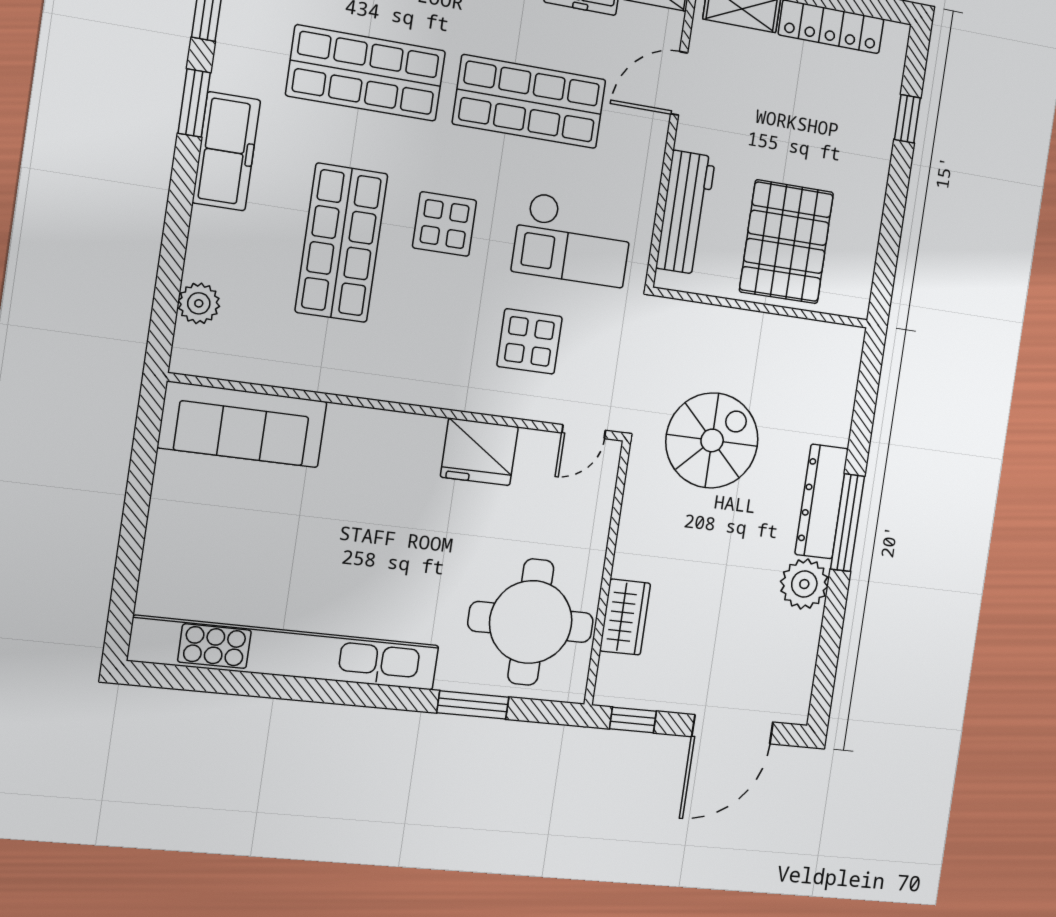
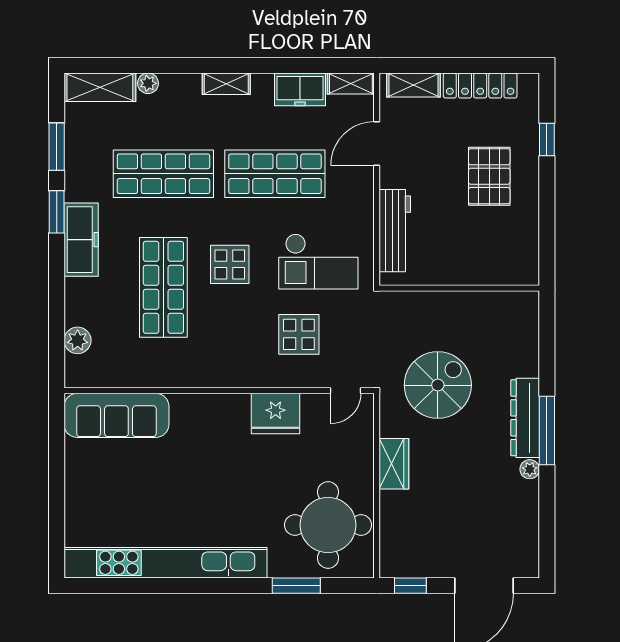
pallet: (786, 242) -> (489, 176), moved, width x0.73, depth x0.71
plant: (804, 584) -> (530, 469), width x0.53, depth x0.53
wardrobe: (625, 617) -> (394, 464), moved

